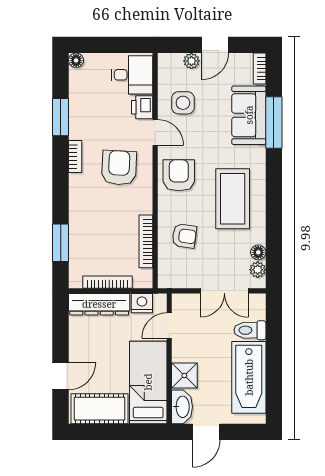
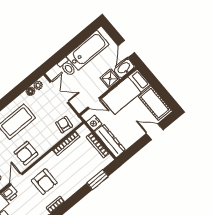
armchair: (119, 168) -> (44, 182), turned -93
armchair: (184, 236) -> (64, 125), moved
door: (206, 432) -> (126, 49), swing flipped

